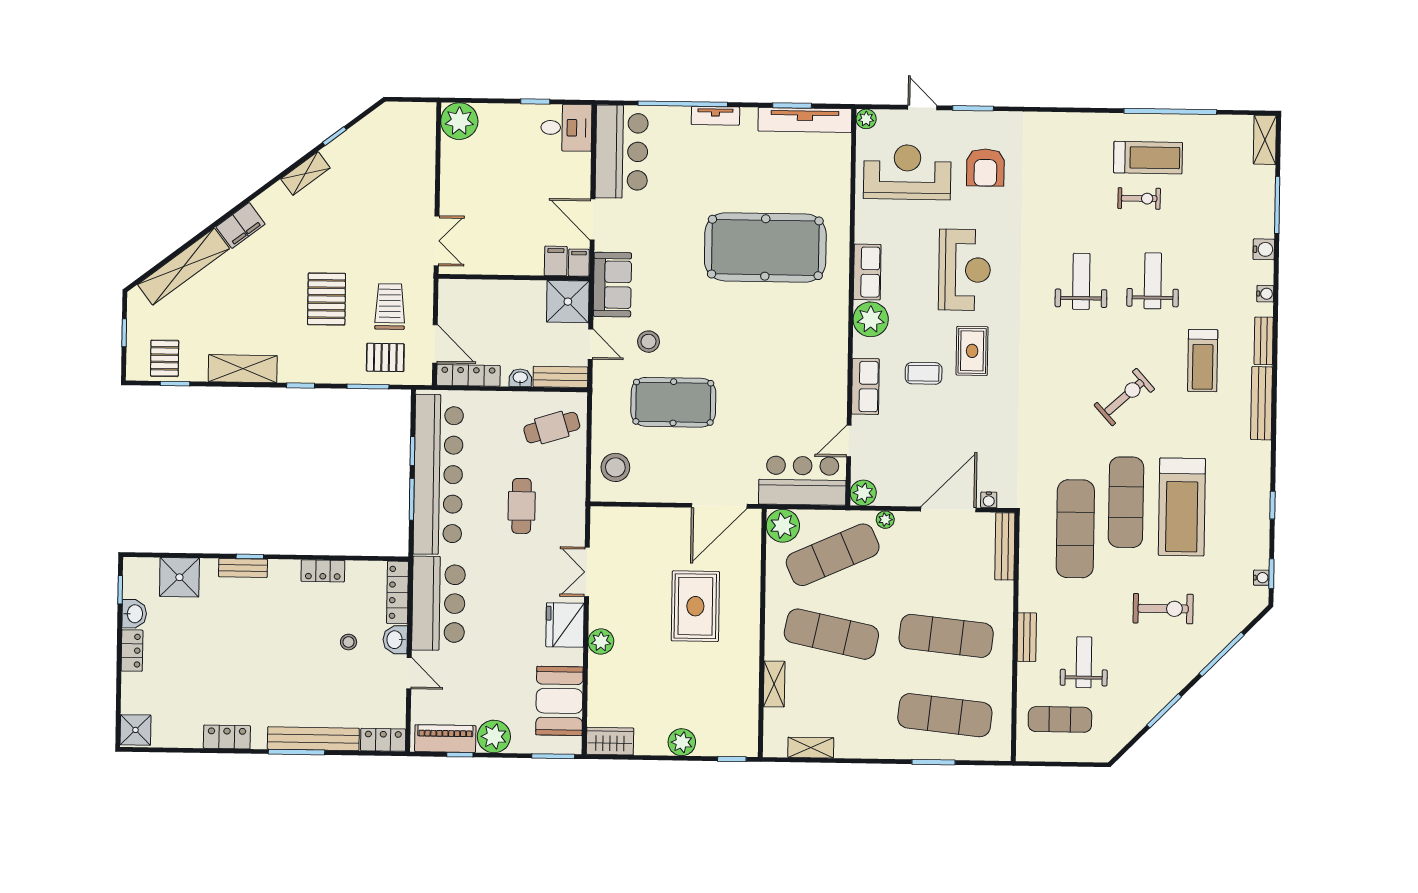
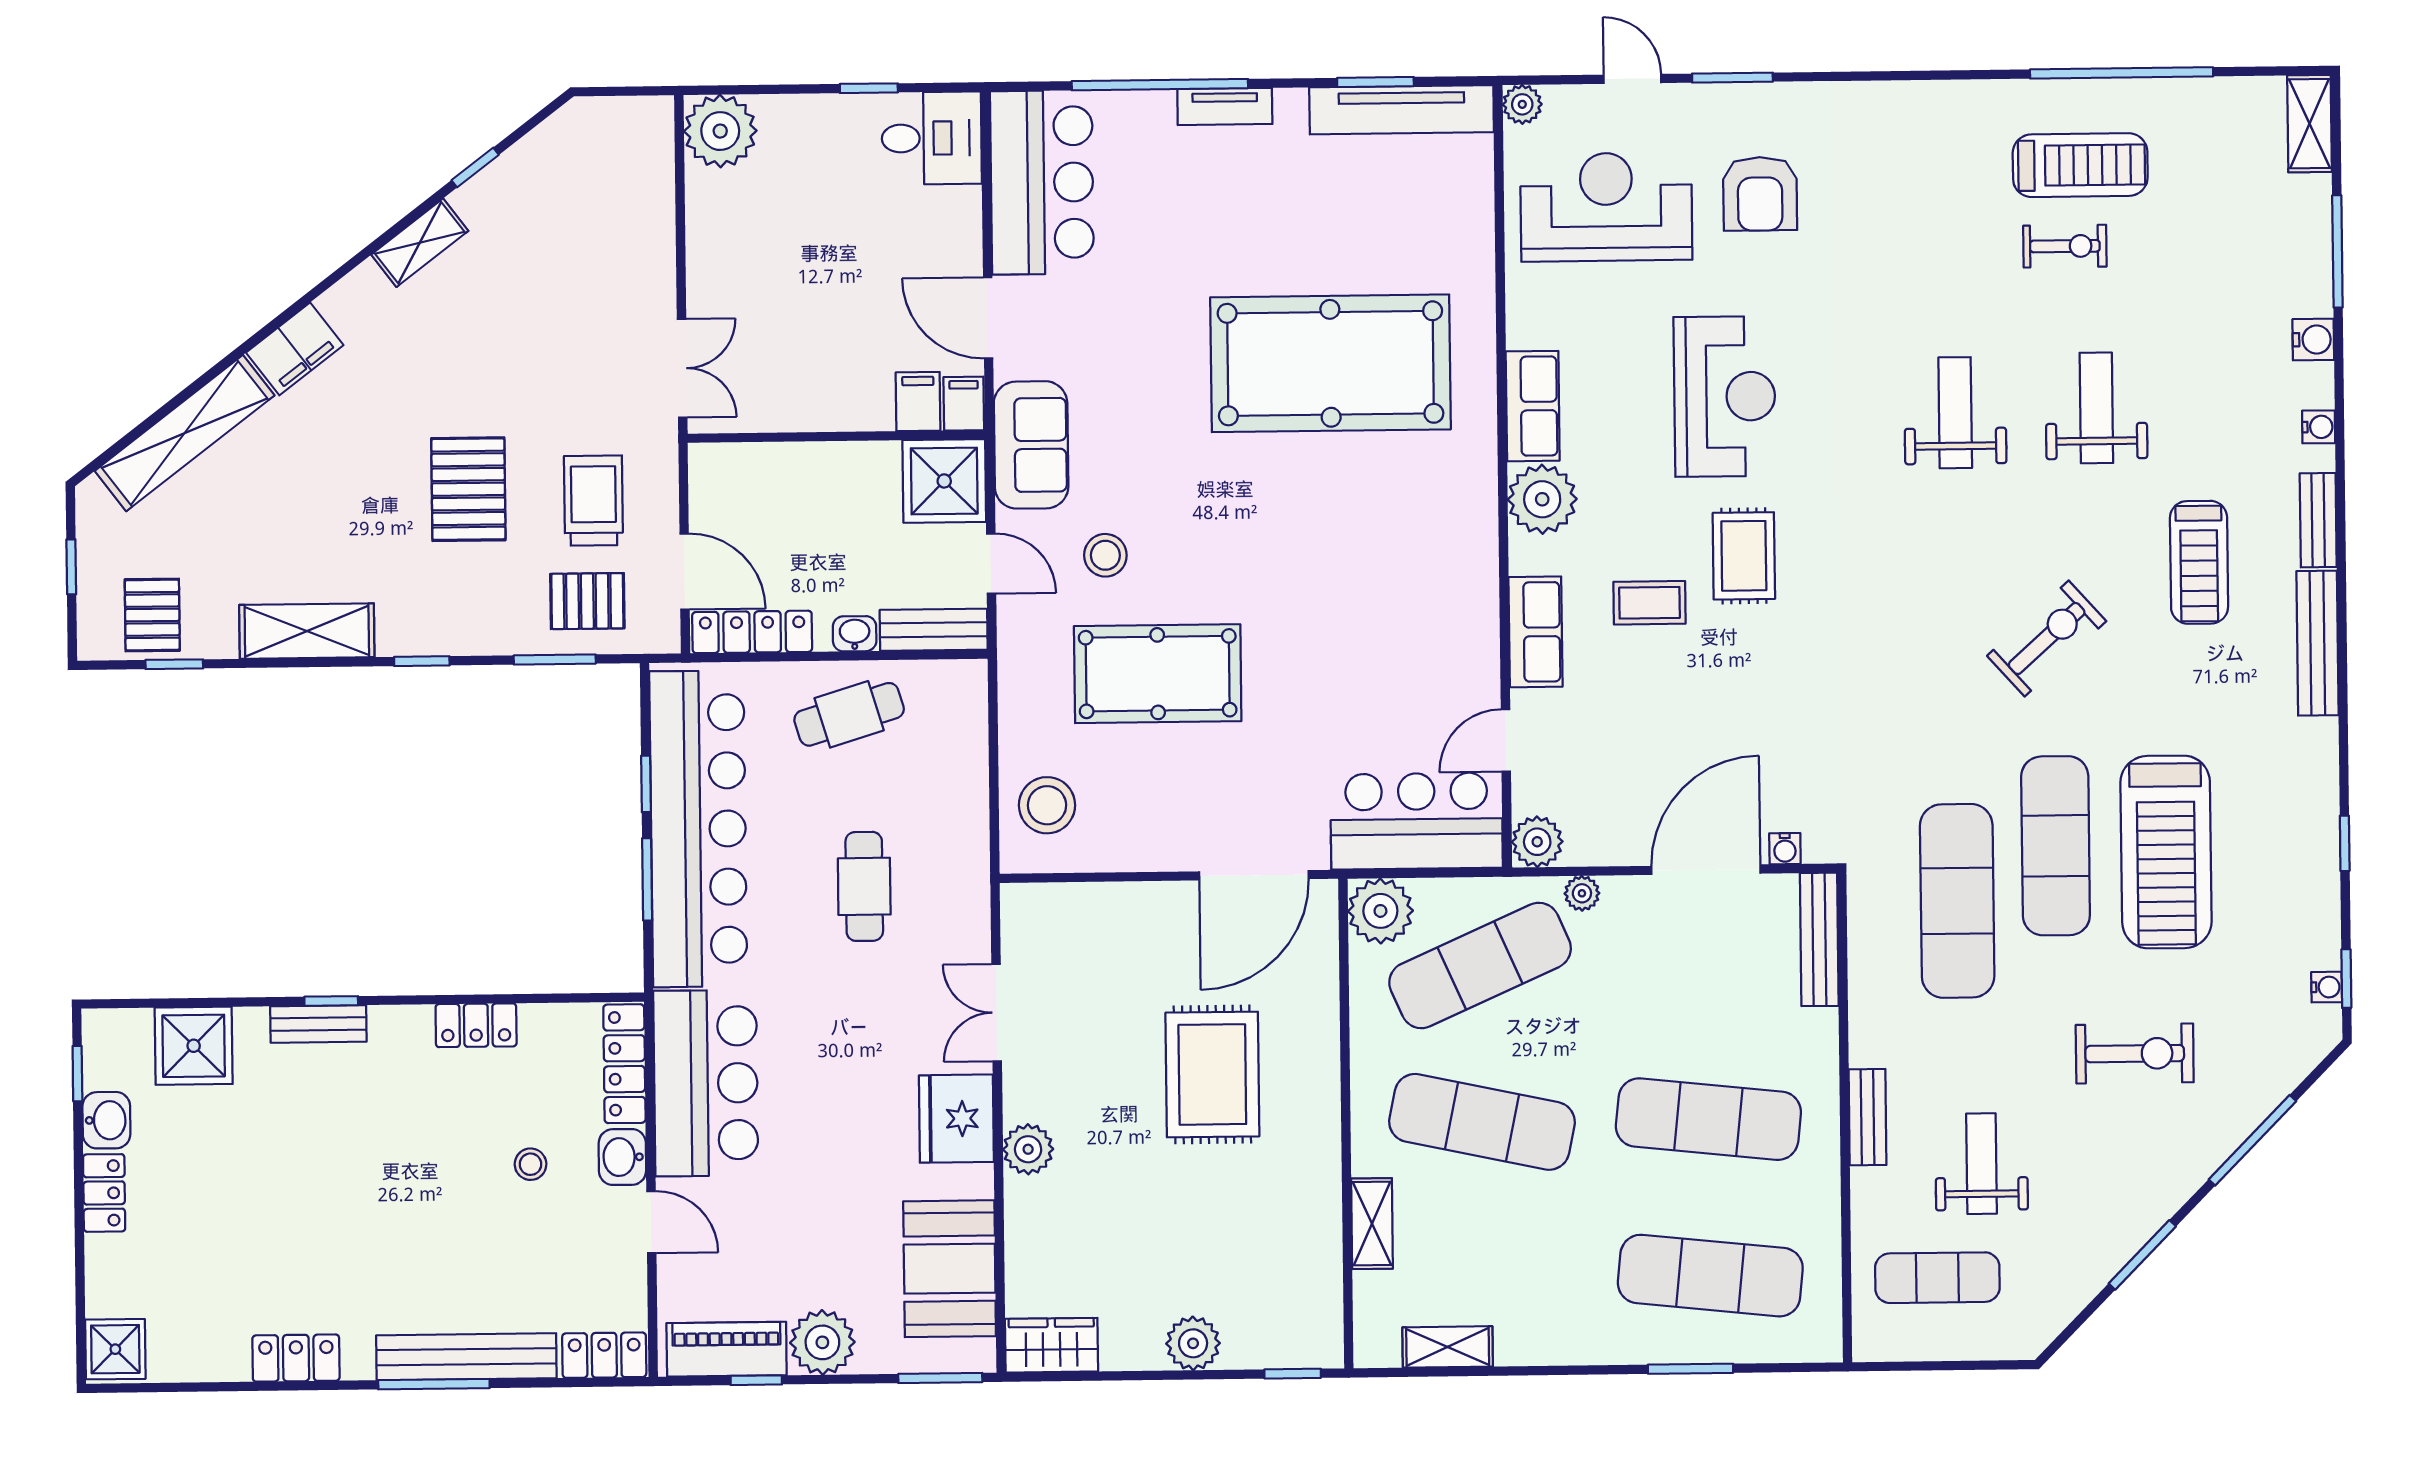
cafe table: (552, 428) -> (849, 714), moved

